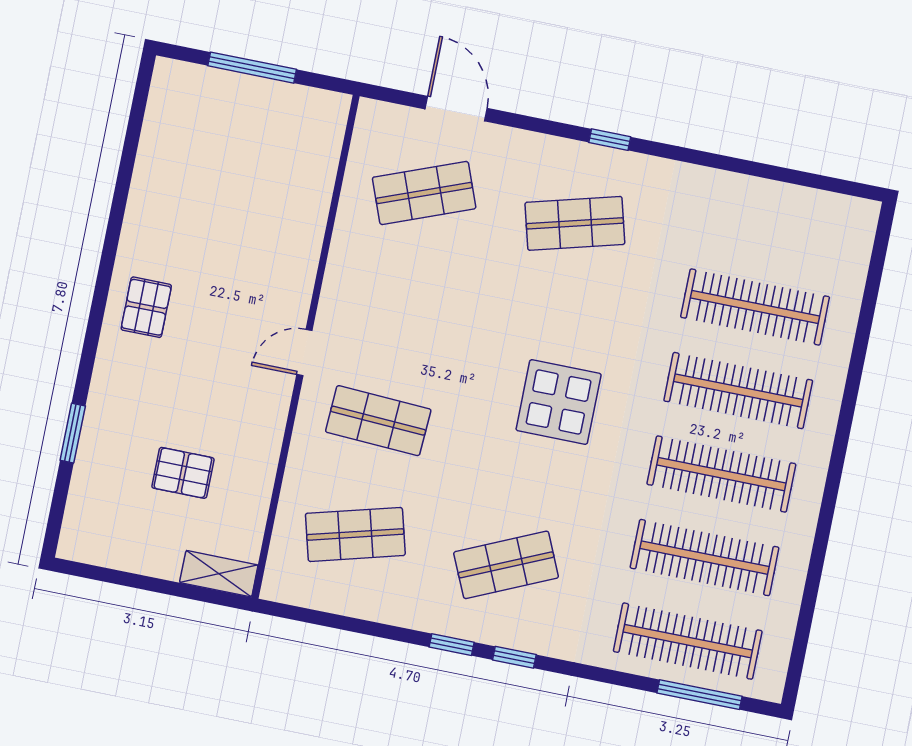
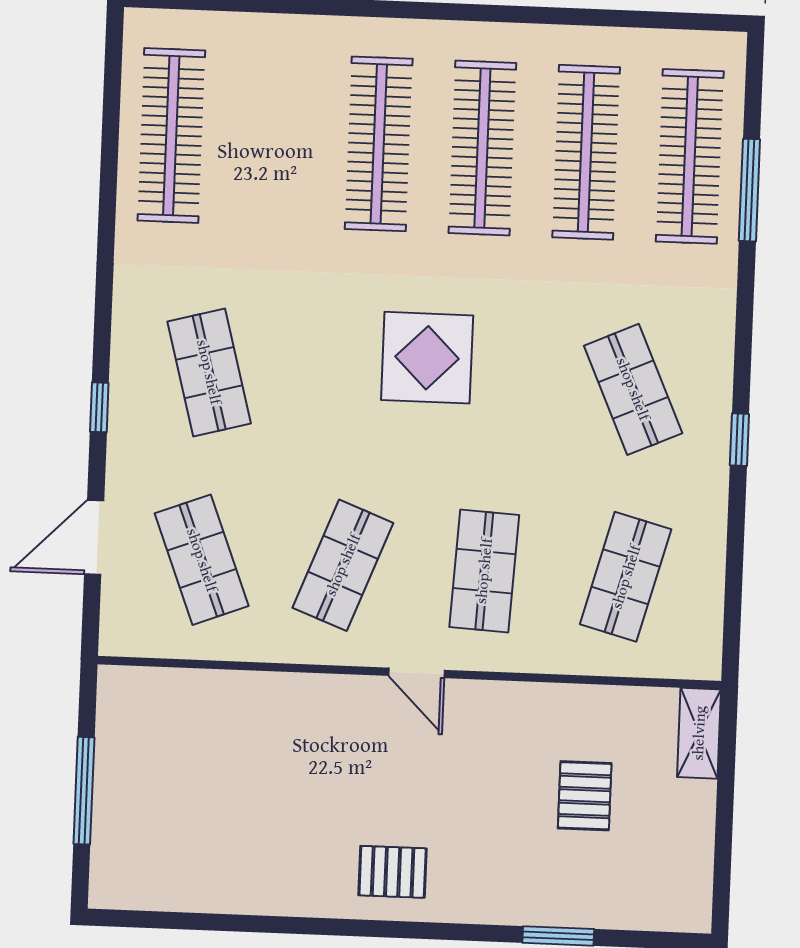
window: (610, 140) -> (99, 407), moved
shop shelf: (401, 307) -> (343, 565), added
clothes rail: (755, 307) -> (171, 136), moved
shop shelf: (355, 534) -> (626, 577), turned 30
window: (514, 657) -> (743, 362), removed
window: (700, 695) -> (749, 190), moved

